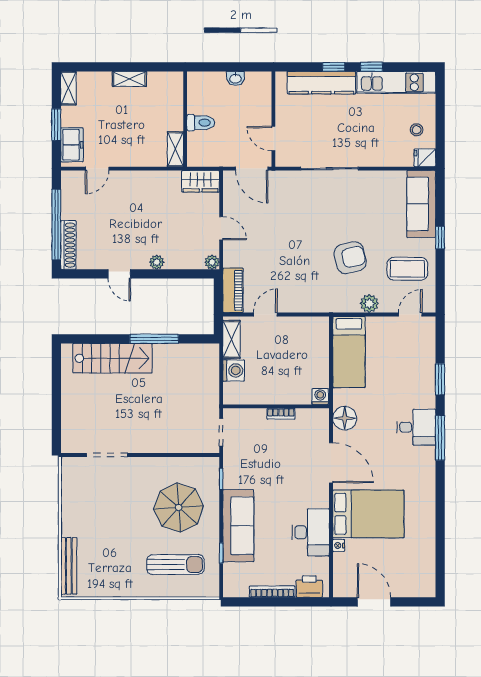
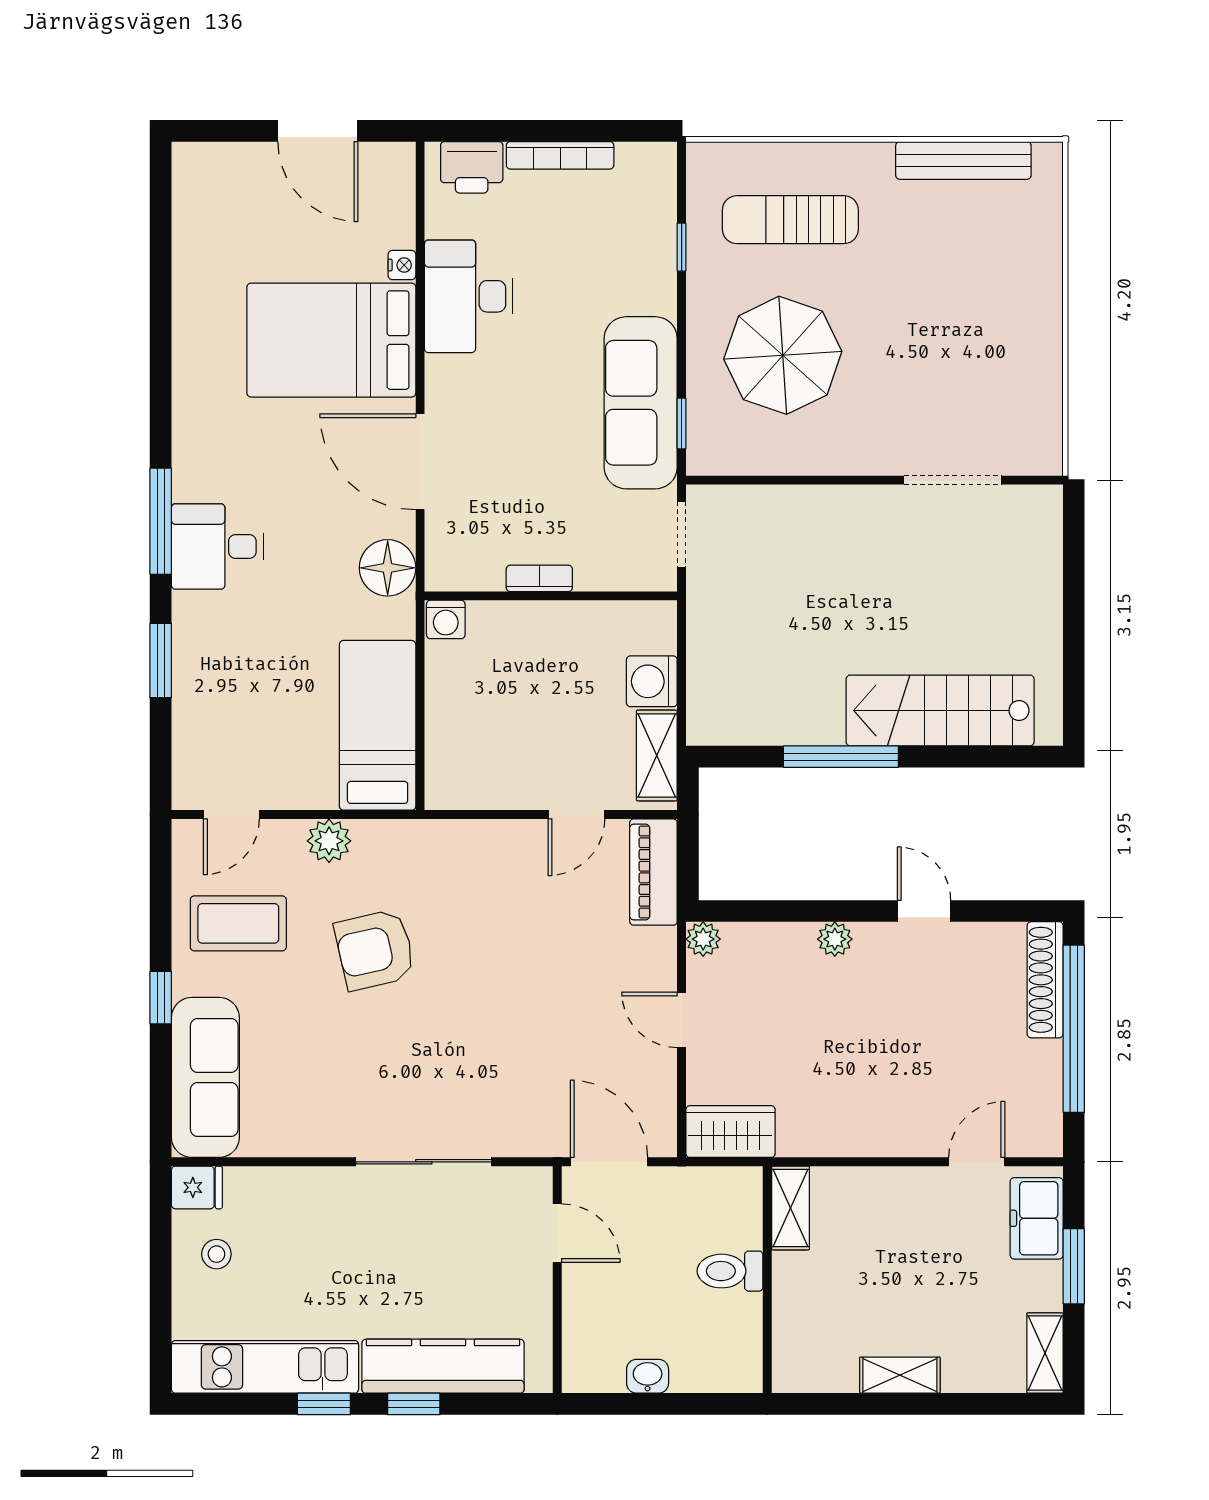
sofa: (238, 526) -> (641, 403), moved
bench: (69, 566) -> (963, 160), moved, turned 90

